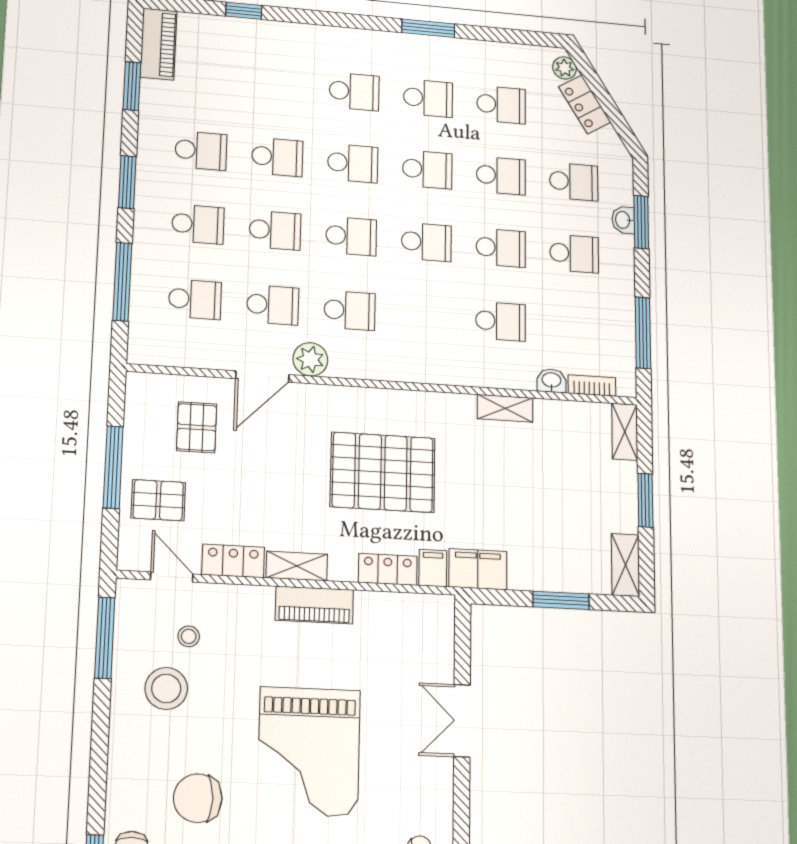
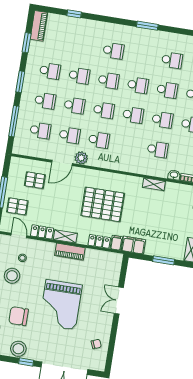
school desk: (428, 98) -> (143, 55), removed
pallet: (197, 427) -> (35, 180), turned 90

